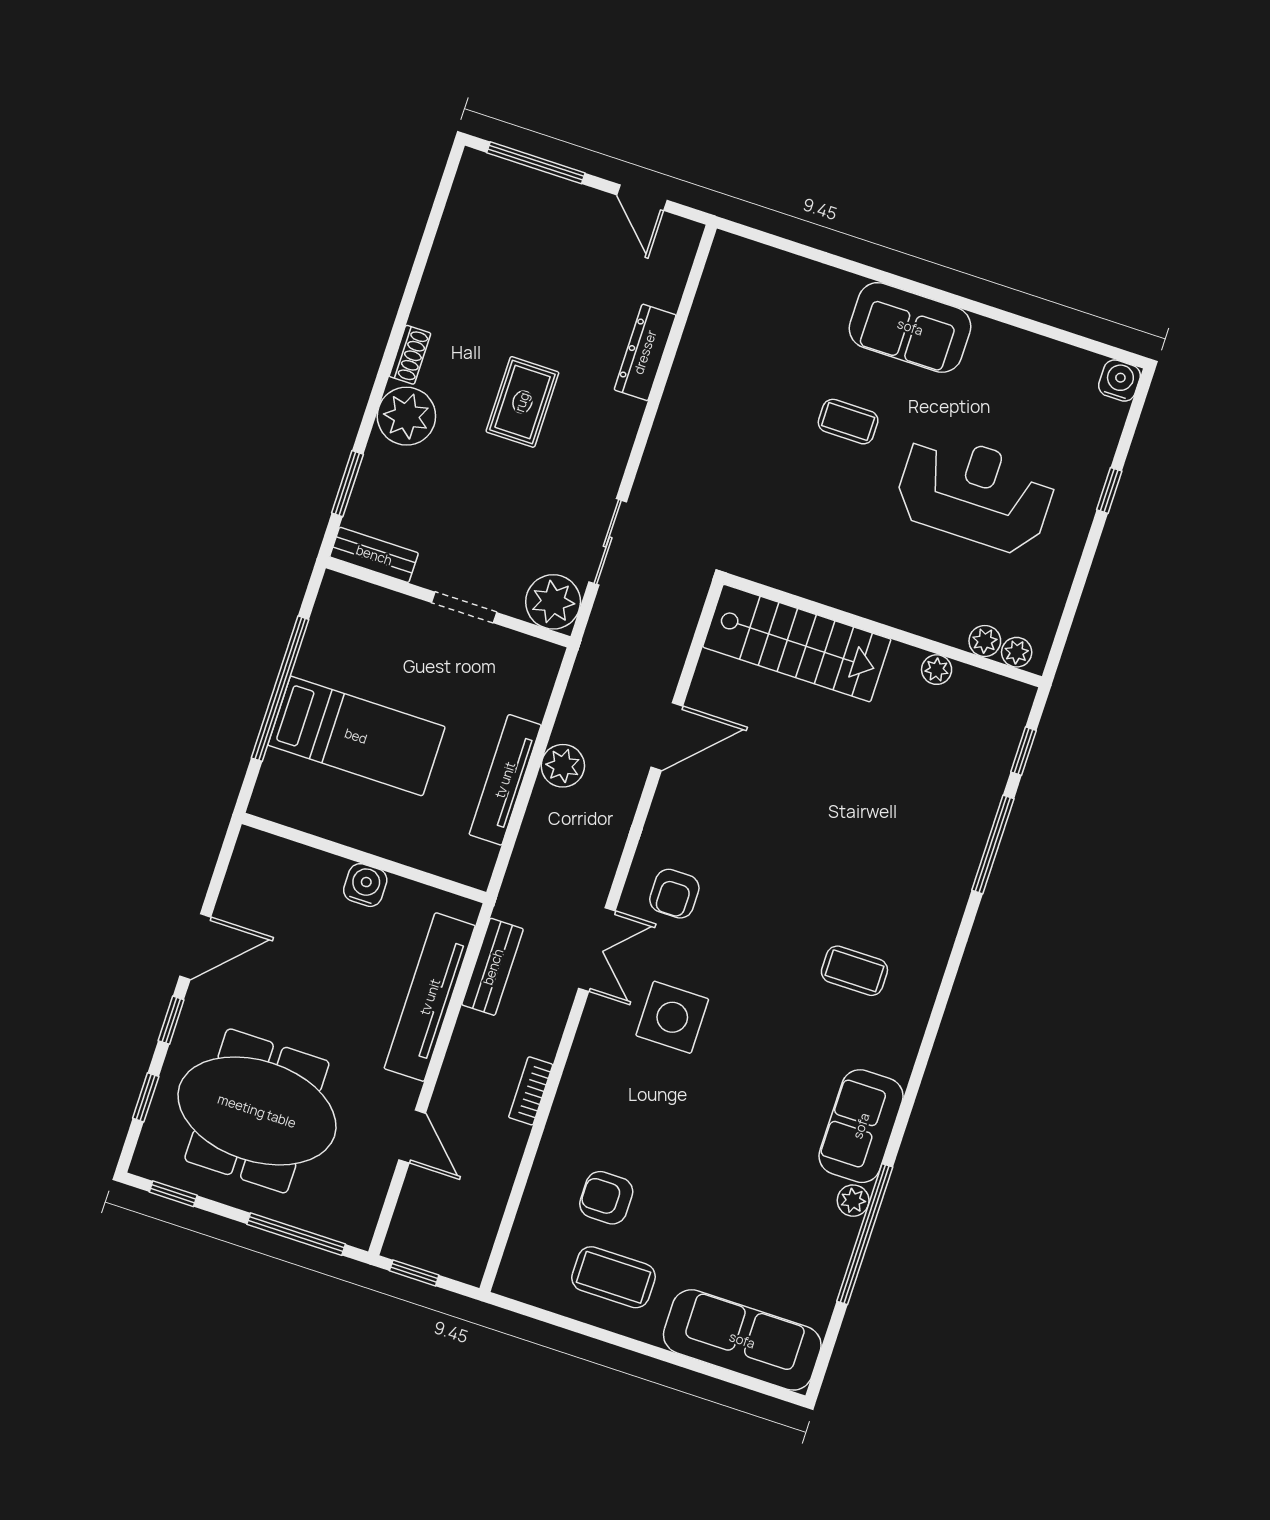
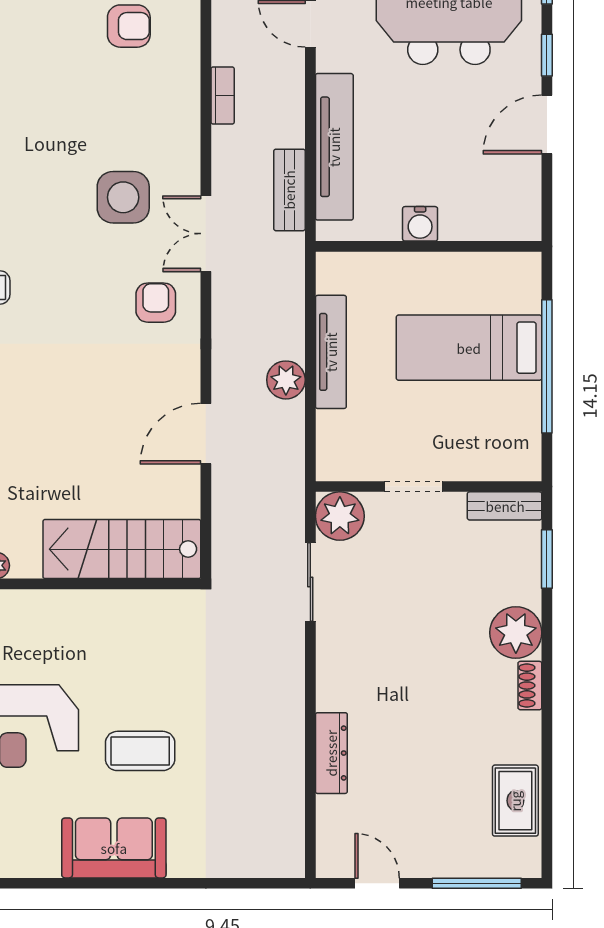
rug: (522, 402) -> (515, 801), moved
coffee table: (848, 422) -> (140, 751), width x1.36, depth x1.30

